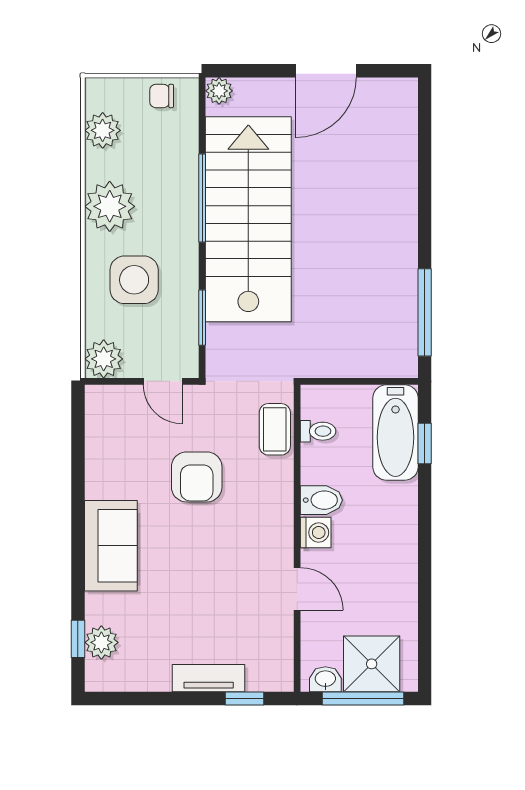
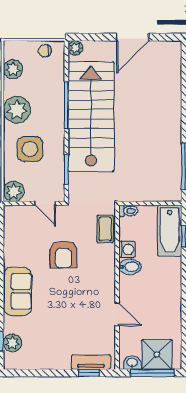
toilet: (318, 431) -> (128, 211), moved
washing machine: (316, 533) -> (127, 249), moved
tv unit: (209, 678) -> (91, 362), moved

